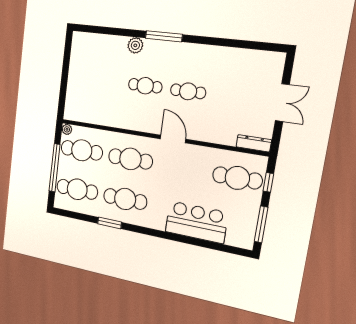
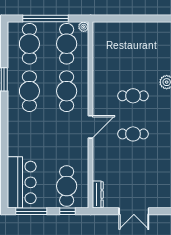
cafe table: (145, 86) -> (133, 96), turned 90
cafe table: (188, 91) -> (133, 134), turned 90
bar counter: (196, 222) -> (22, 182), moved

